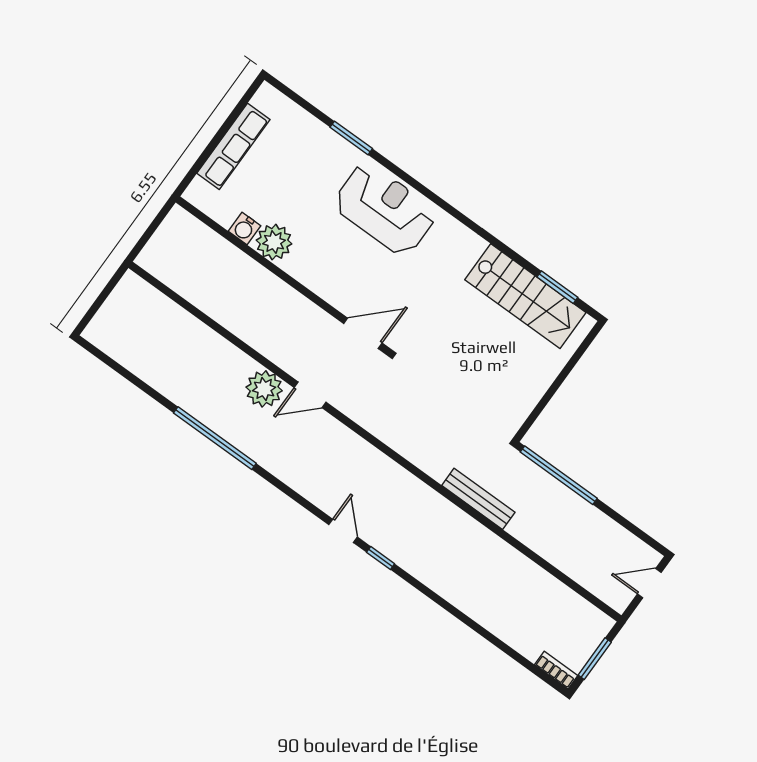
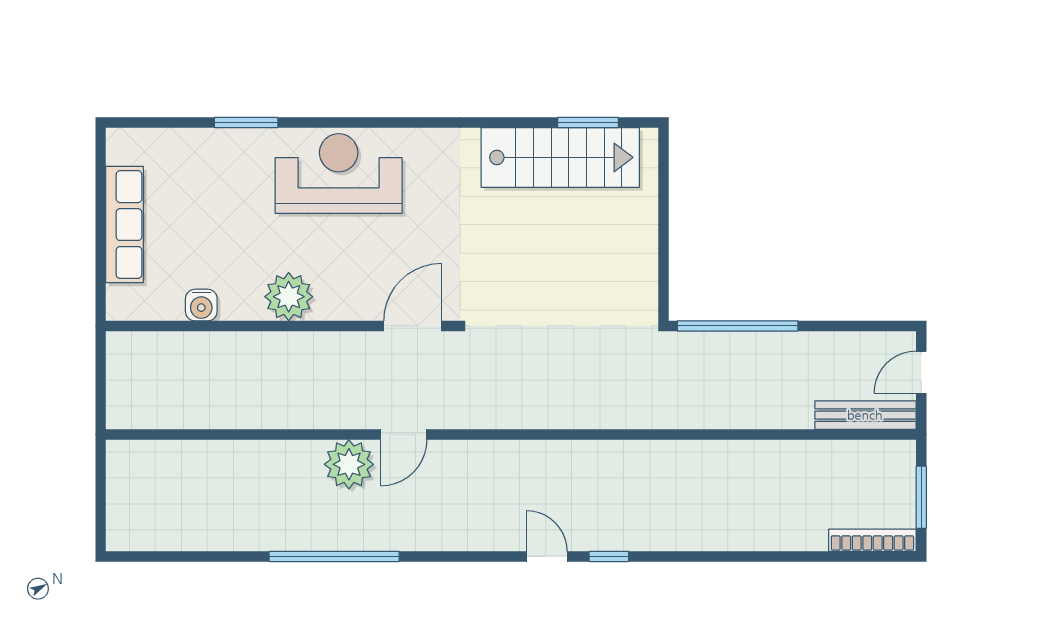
plant: (274, 242) -> (289, 297), moved
bench: (478, 499) -> (865, 415), moved
bookcase: (556, 670) -> (872, 540), width x1.56

